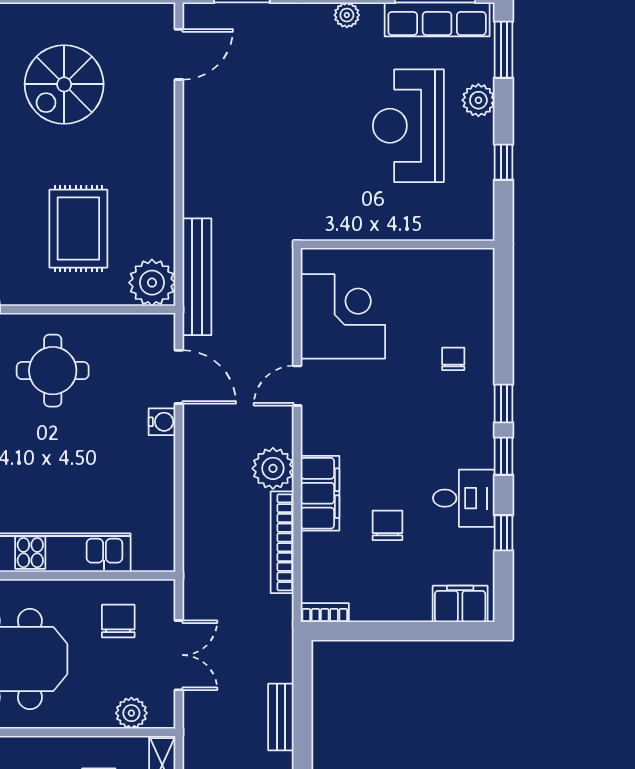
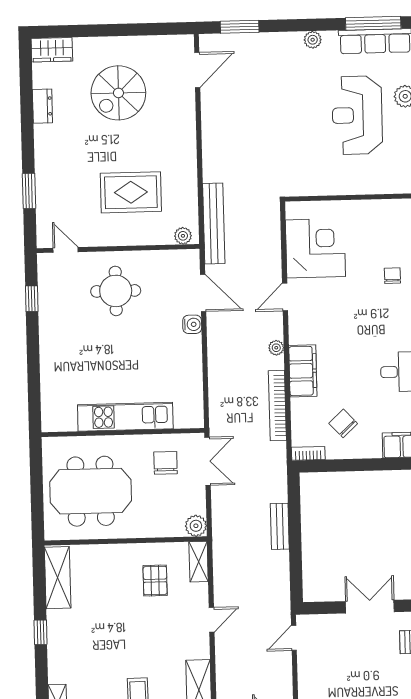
rug: (78, 229) -> (131, 192), turned 90
plant: (152, 283) -> (183, 236), width x0.53, depth x0.53
plant: (273, 468) -> (276, 348), width x0.53, depth x0.53
chair: (387, 525) -> (343, 423), moved, turned -43
double door: (179, 655) -> (207, 461), moved
plant: (131, 713) -> (196, 526), moved

